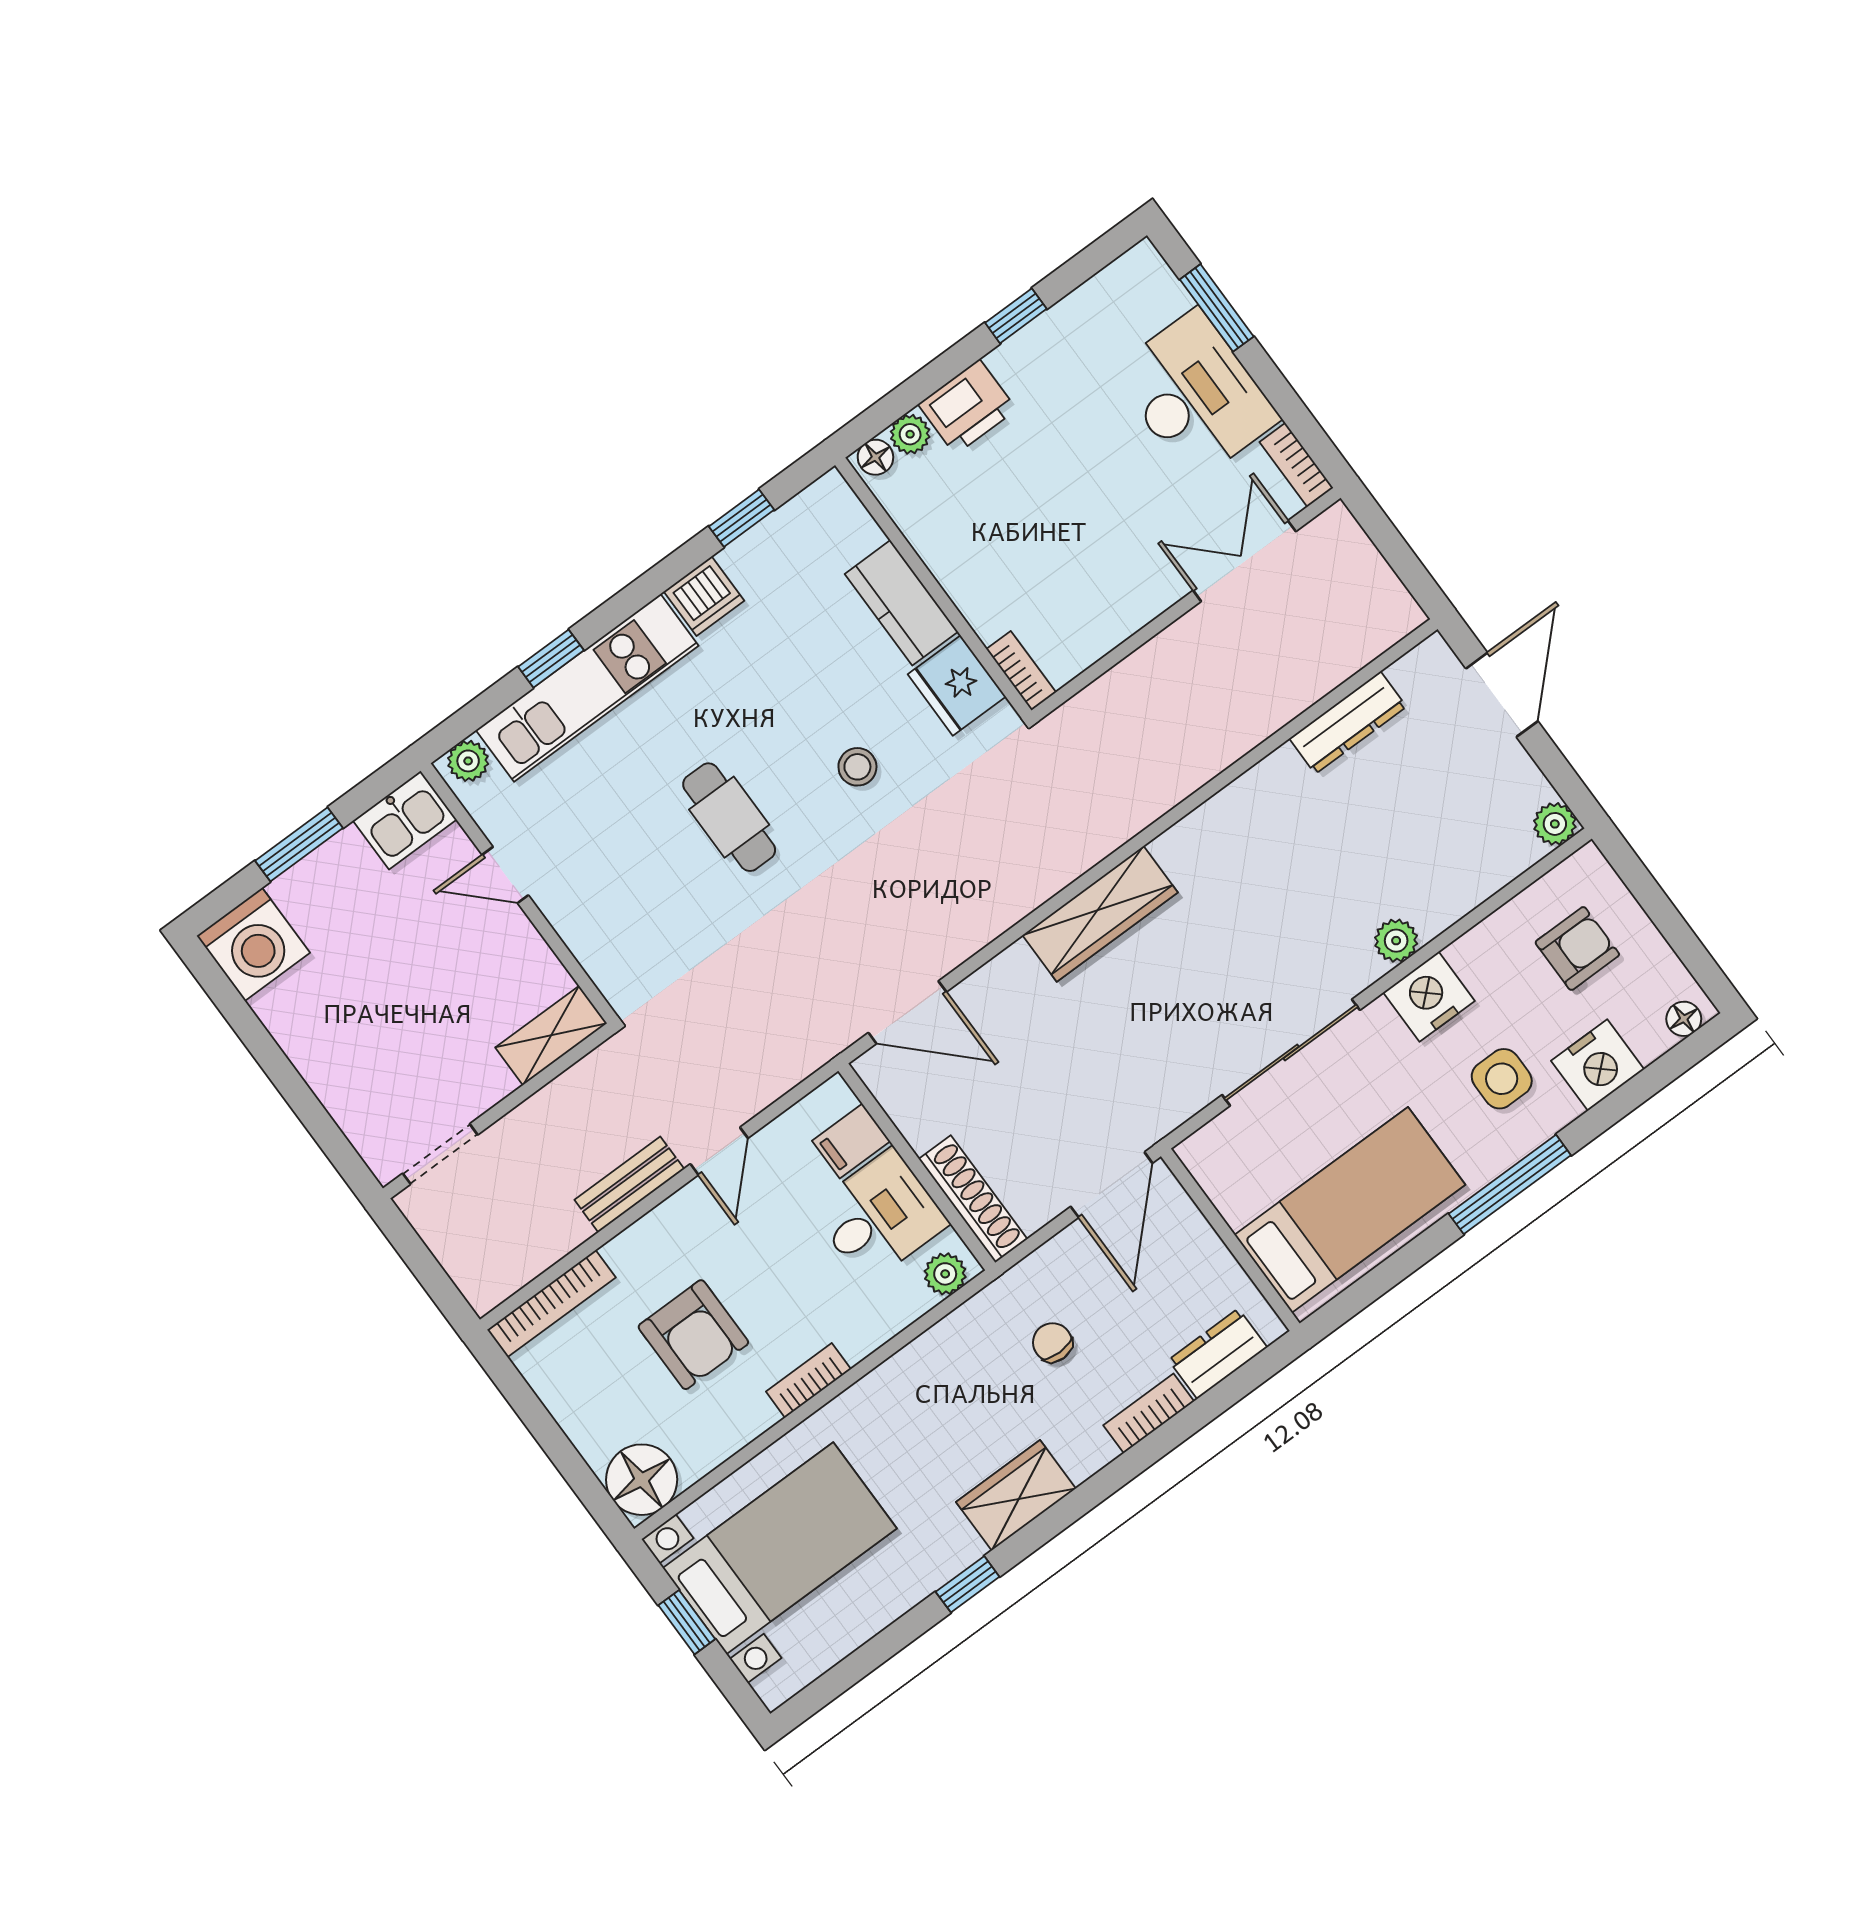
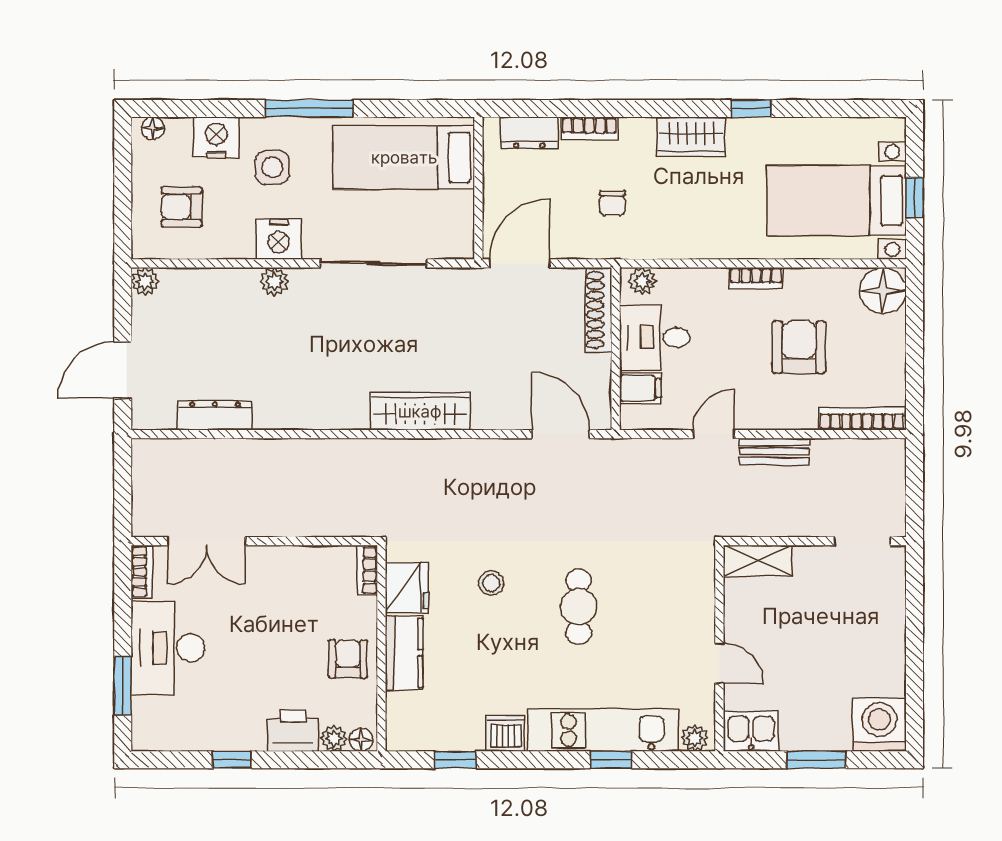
armchair: (965, 544) -> (348, 659), added

